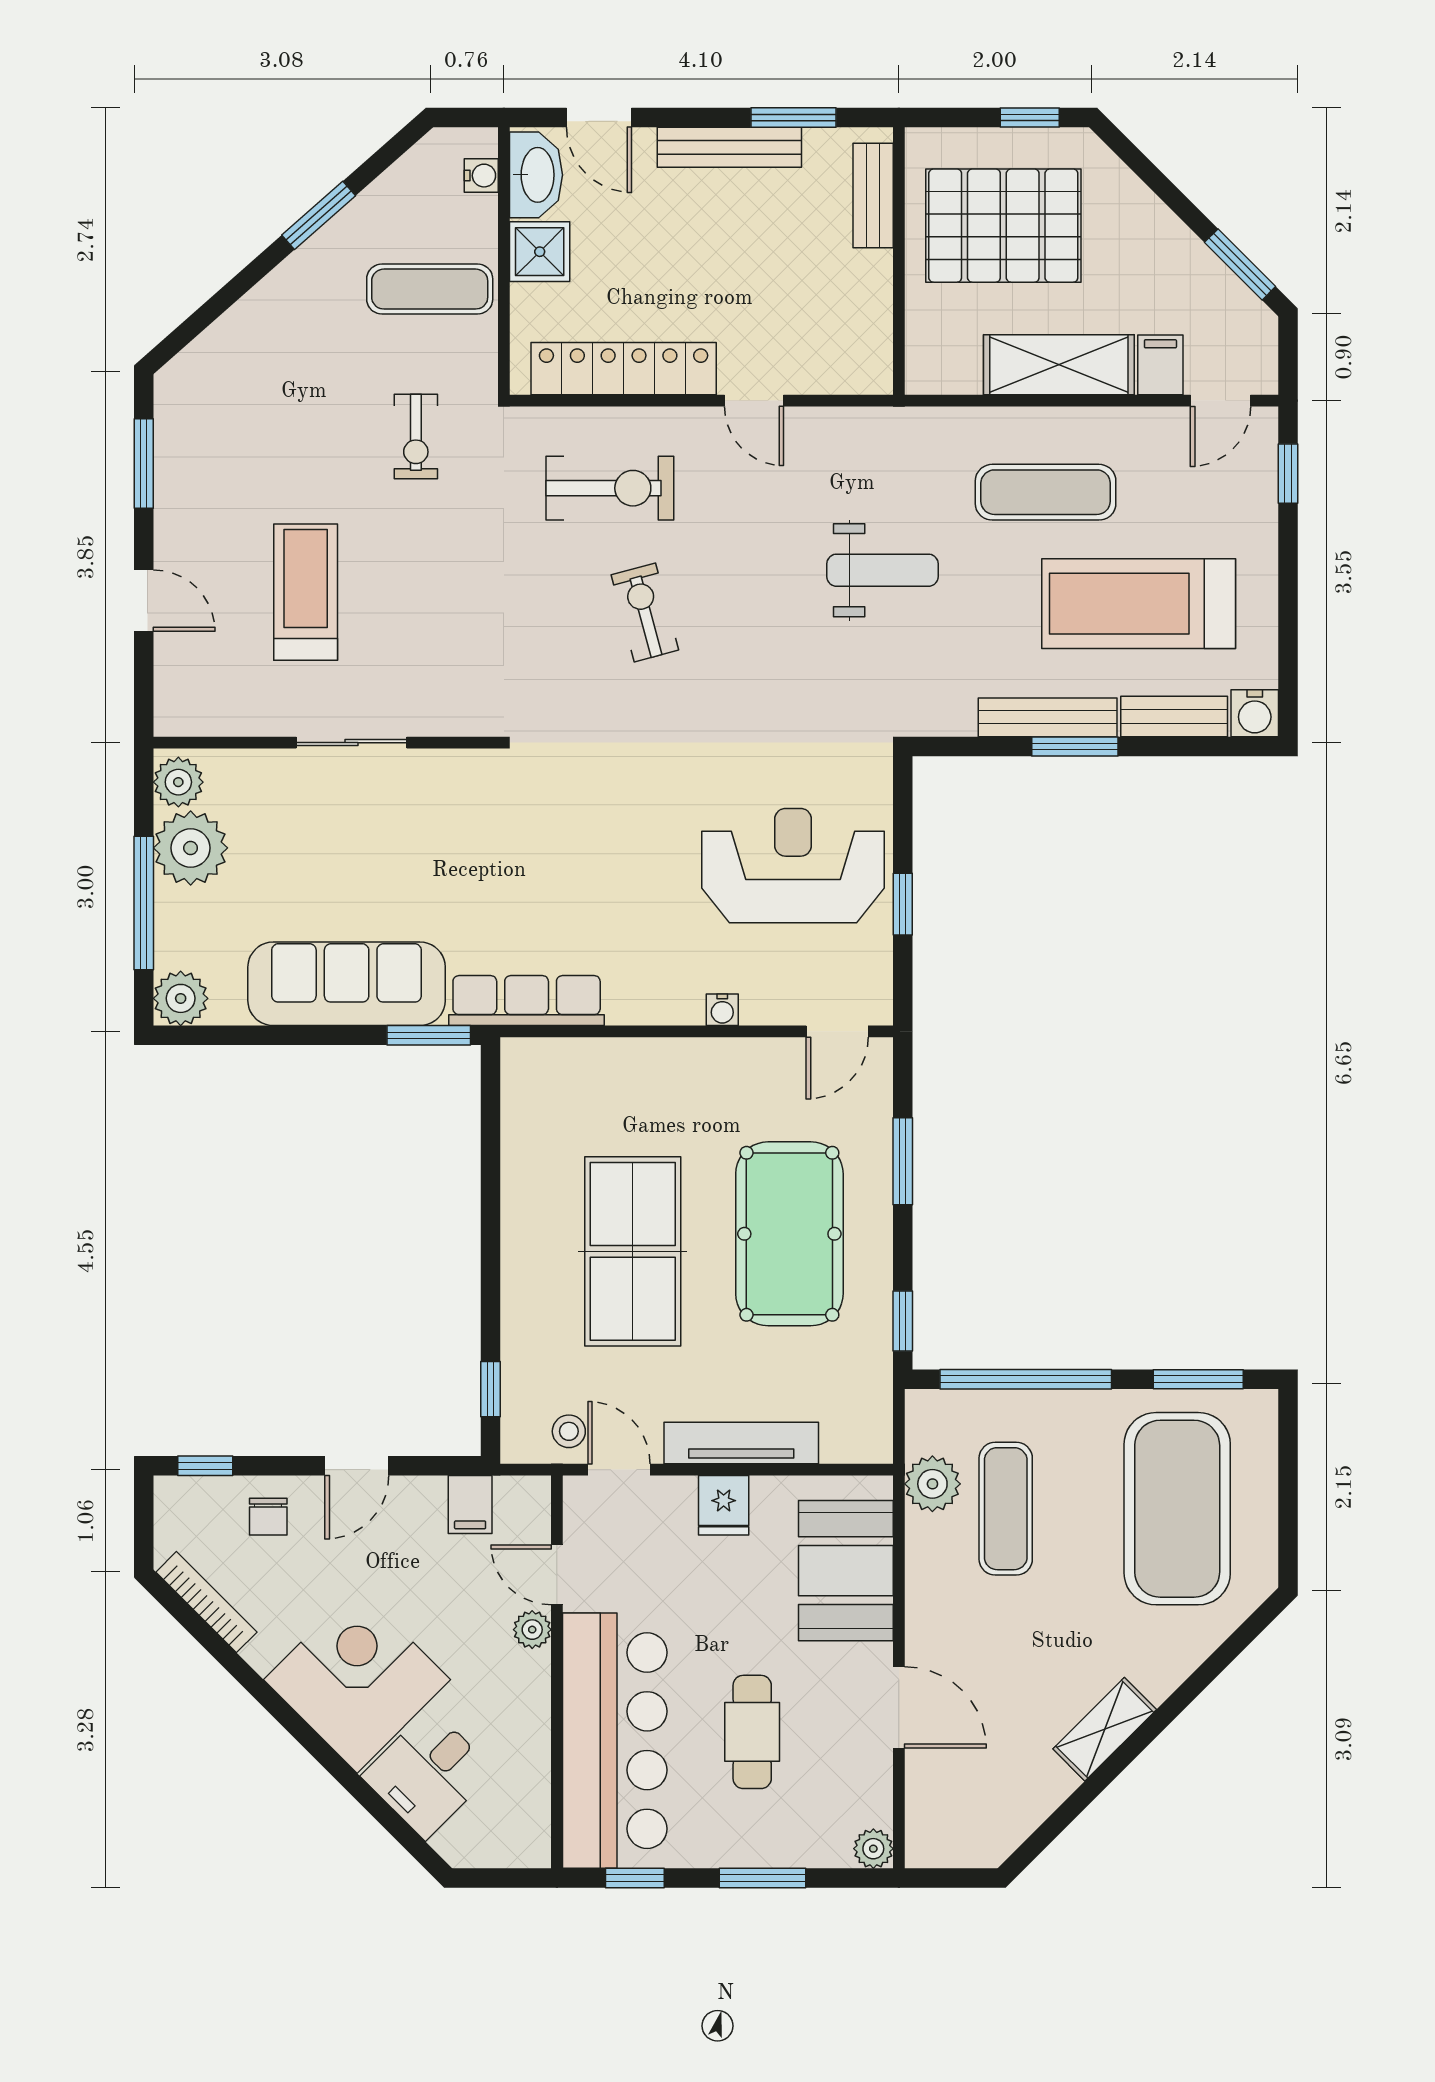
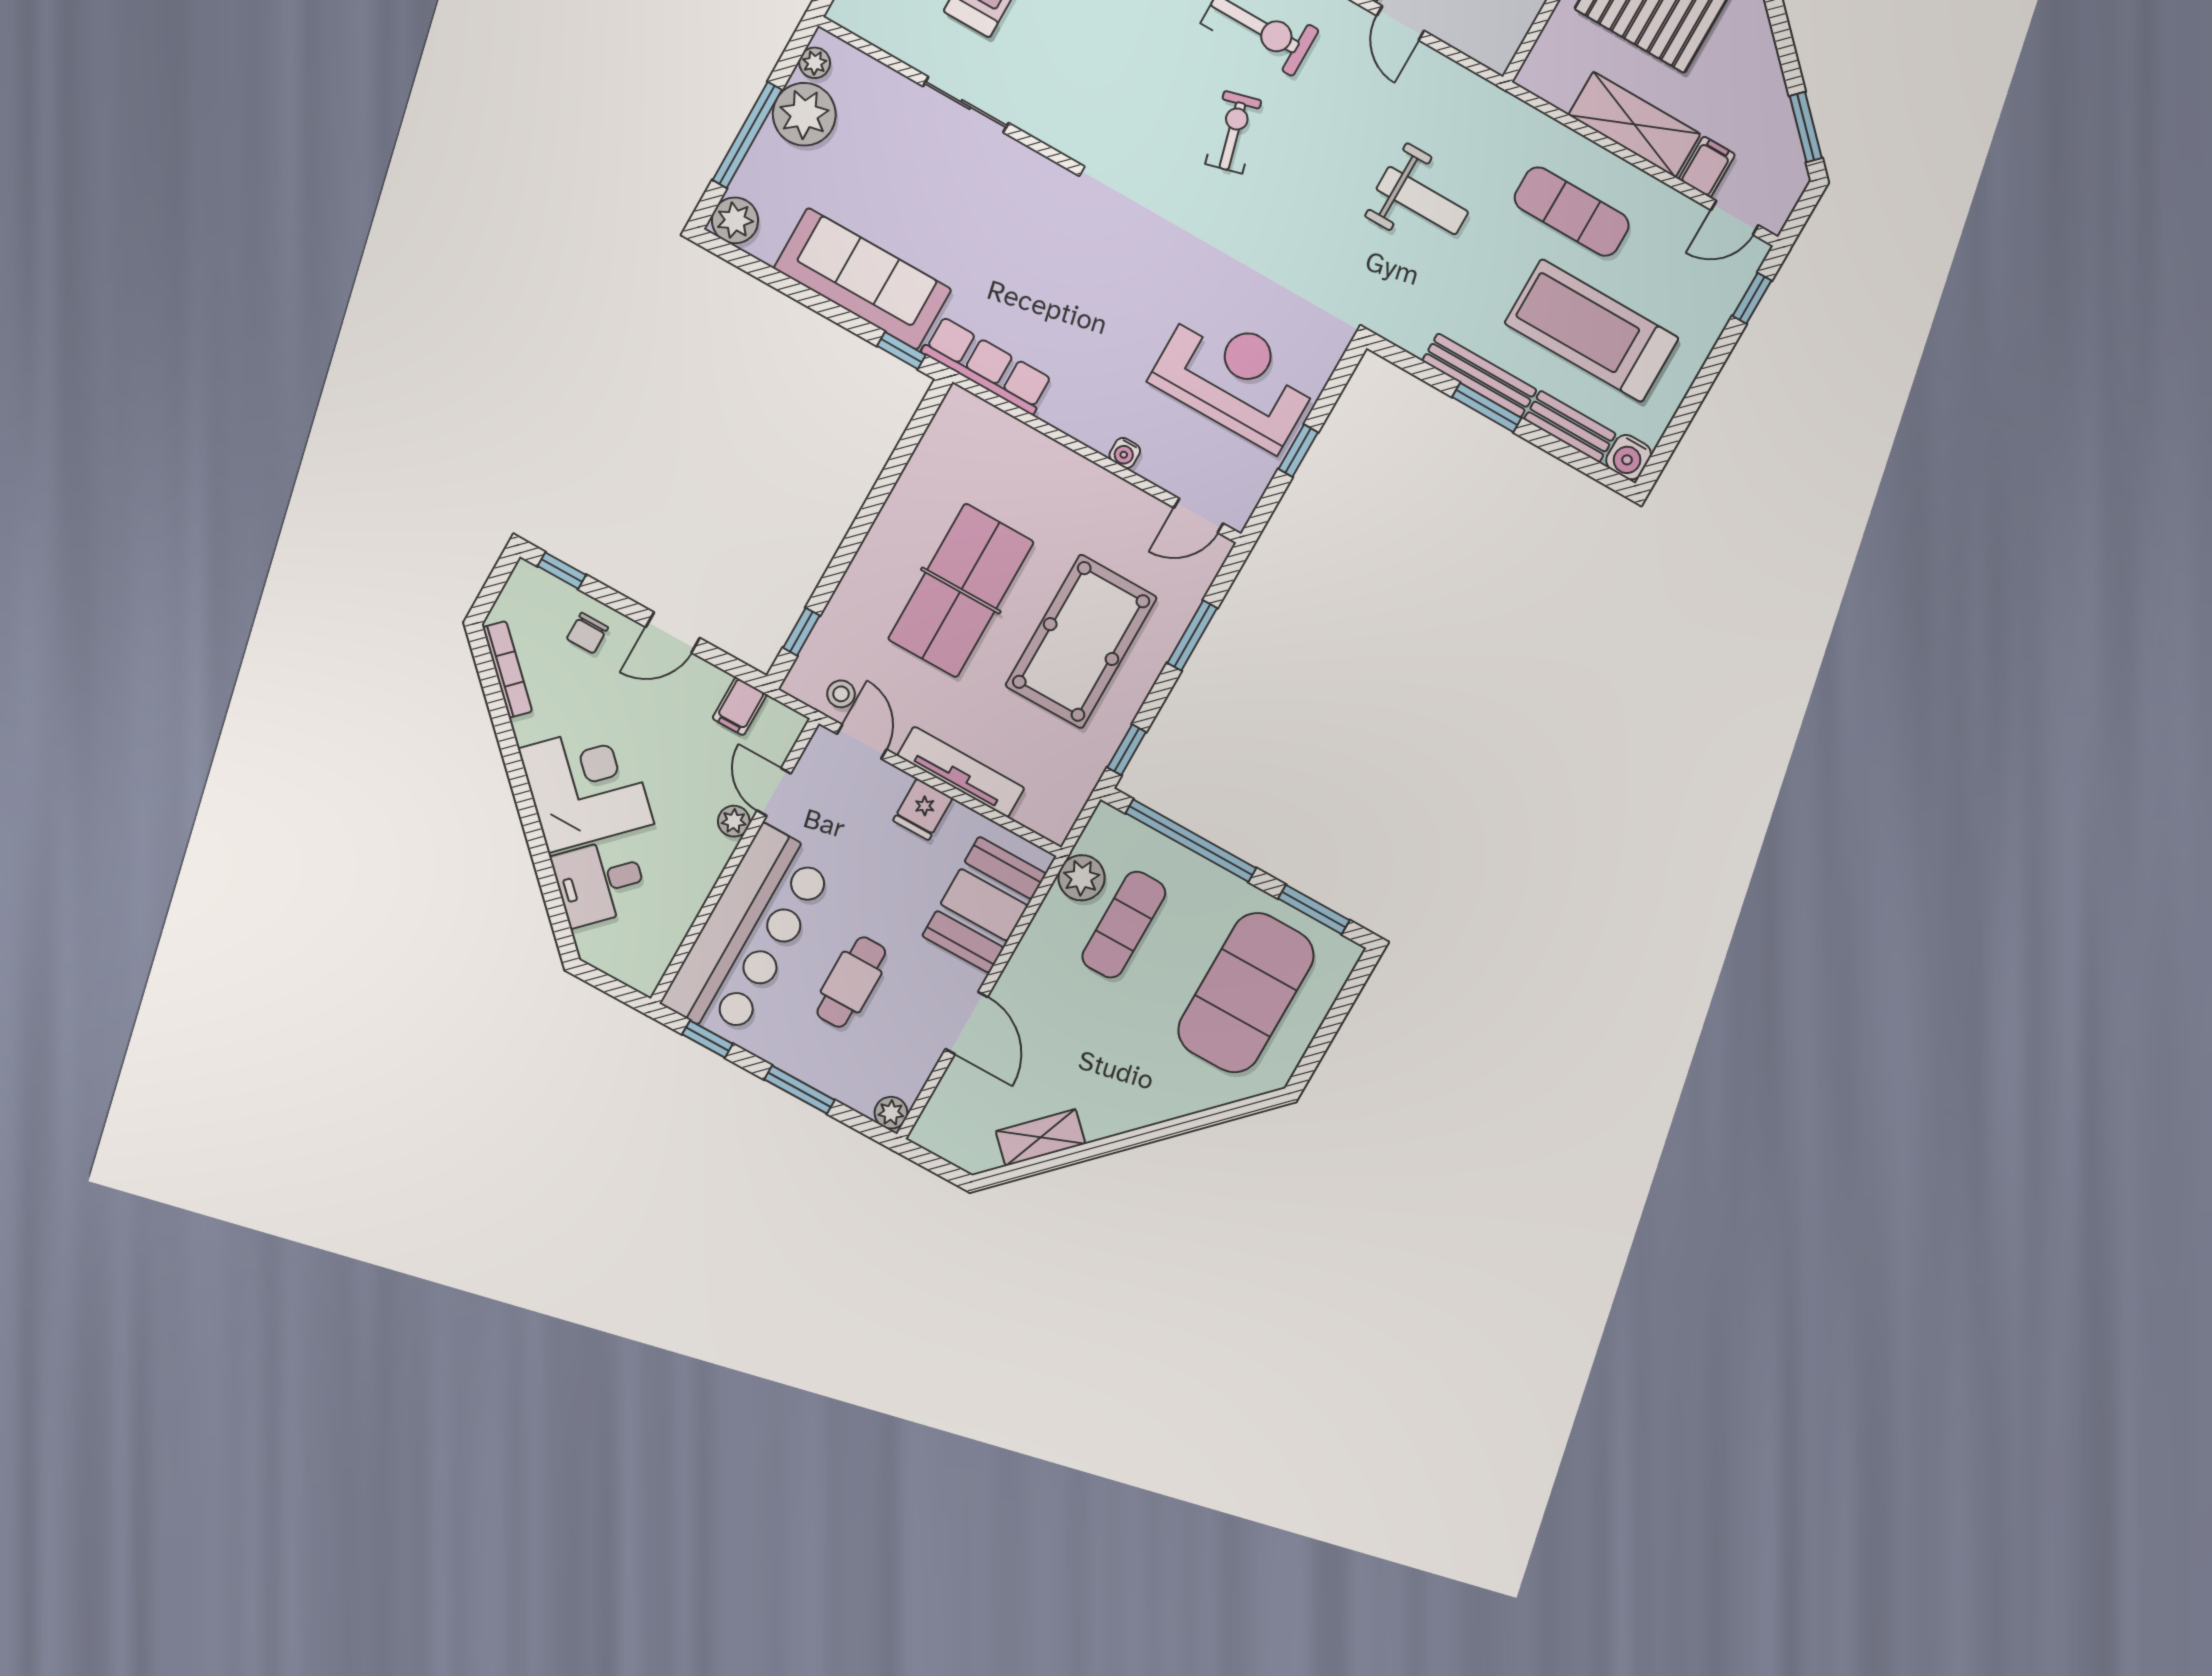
plant: (178, 782) -> (815, 63), width x0.73, depth x0.73
window: (429, 1035) -> (901, 350), width x0.67
shelving: (1105, 1729) -> (1041, 1137), moved

